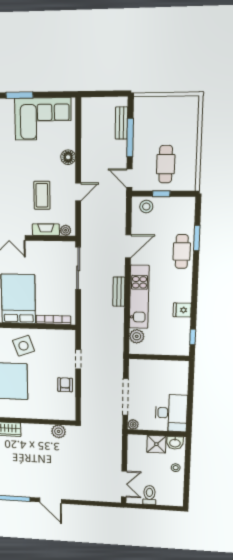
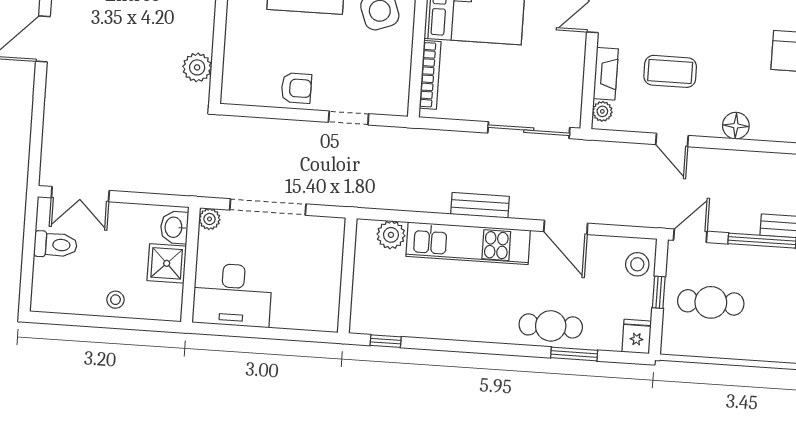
fridge: (182, 310) -> (637, 337), moved
washbasin: (175, 443) -> (174, 227), moved

